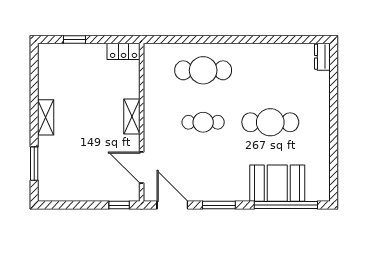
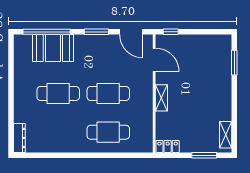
window: (75, 39) -> (204, 155), width x1.50
dresser: (322, 57) -> (19, 138), width x1.44
shelving: (46, 117) -> (226, 135), moved
cafe table: (203, 122) -> (108, 94), width x1.37, depth x1.35

